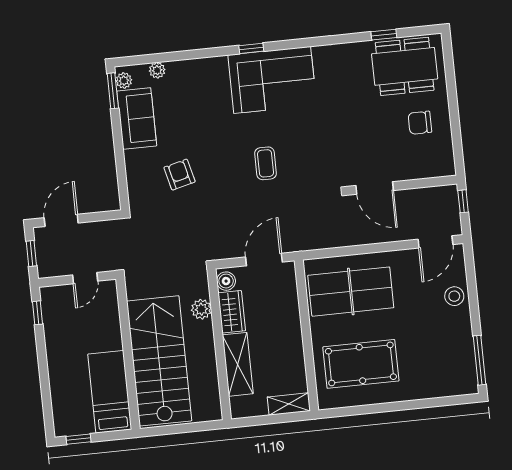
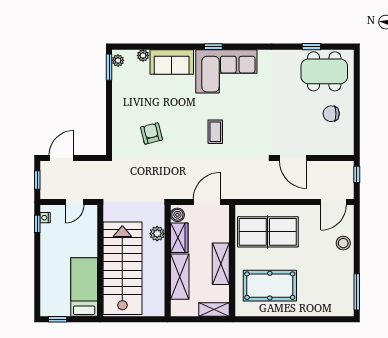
sofa: (137, 118) -> (172, 62), moved, turned 90
nightstand: (47, 303) -> (45, 218), added
shelving: (292, 341) -> (221, 264), added

